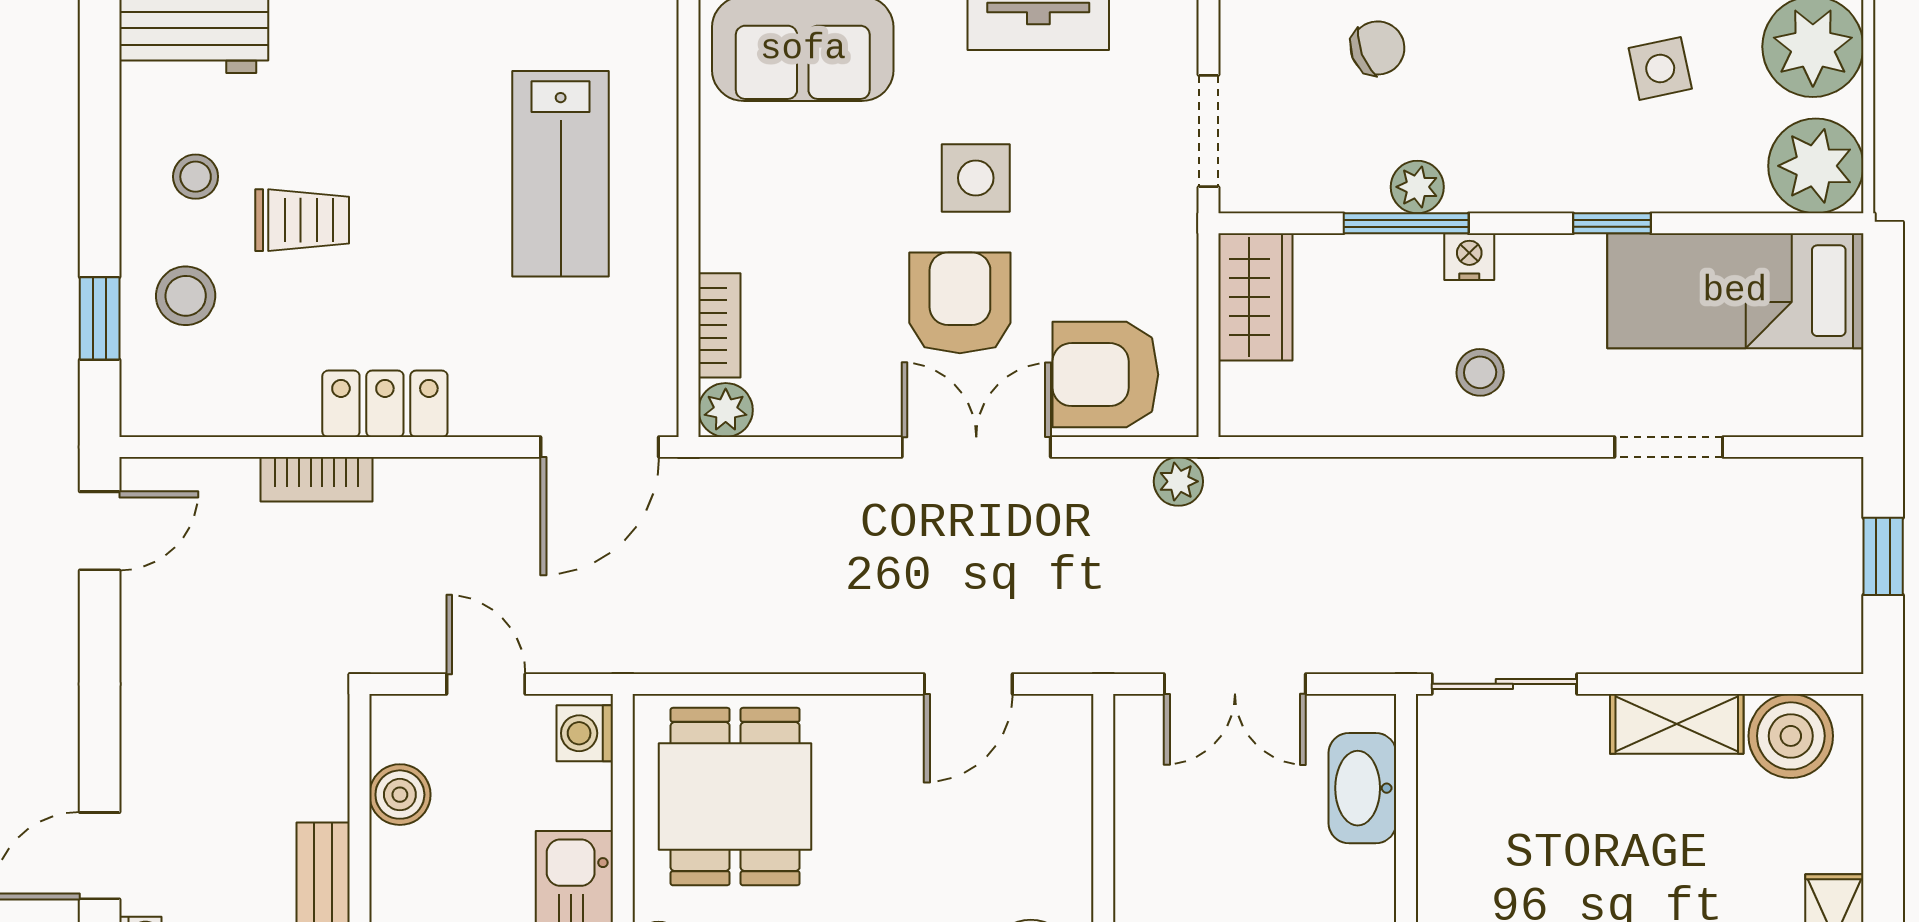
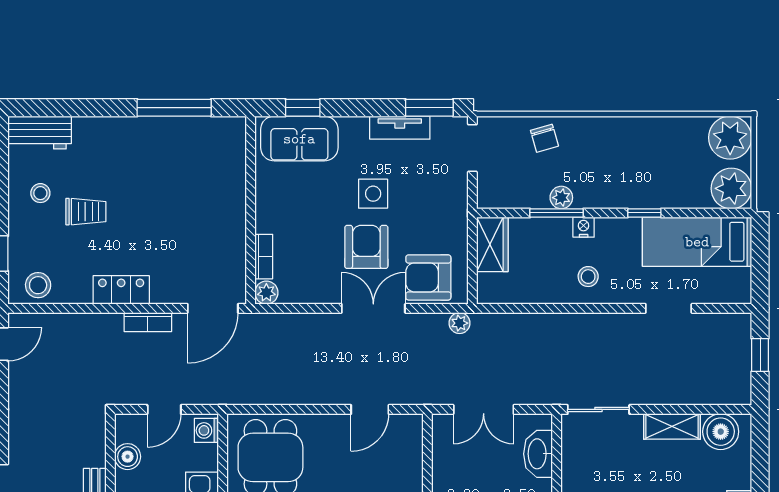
chair: (1378, 48) -> (544, 138), turned 95
side table: (1660, 68) -> (665, 147), removed
doorway: (1209, 131) -> (472, 148), moved
lab bench: (561, 174) -> (196, 192), removed
stool: (186, 296) -> (38, 285), moved
bookcase: (317, 479) -> (148, 322), moved
door: (486, 684) -> (164, 409), swing flipped

